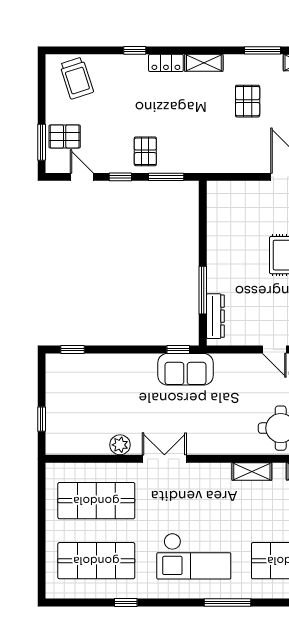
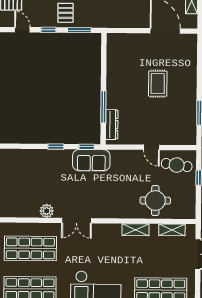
window: (73, 349) -> (56, 147), moved
double door: (164, 459) -> (76, 221), swing flipped

